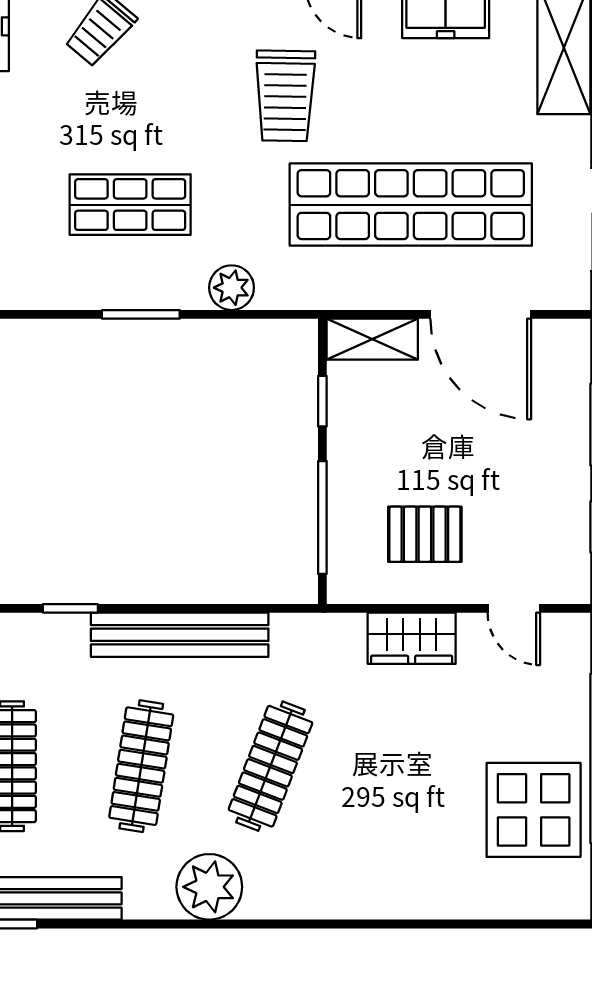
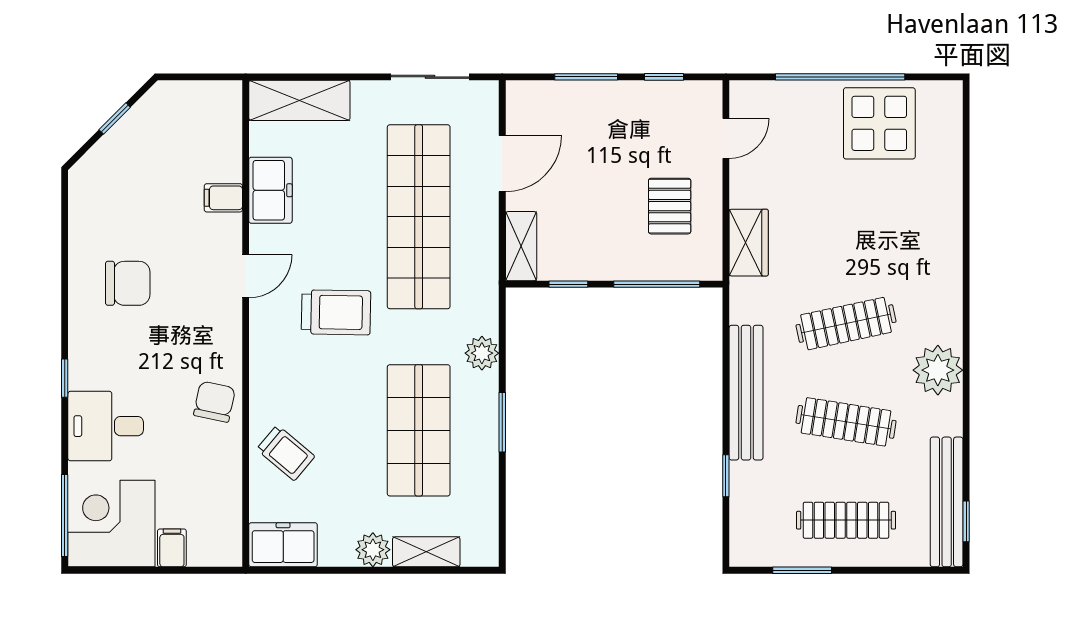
shop shelf: (130, 205) -> (419, 430), width x1.43, depth x1.36
door: (481, 314) -> (502, 164), width x0.73
wardrobe: (412, 638) -> (749, 243), moved
clothes rail: (270, 766) -> (846, 324), turned -33

